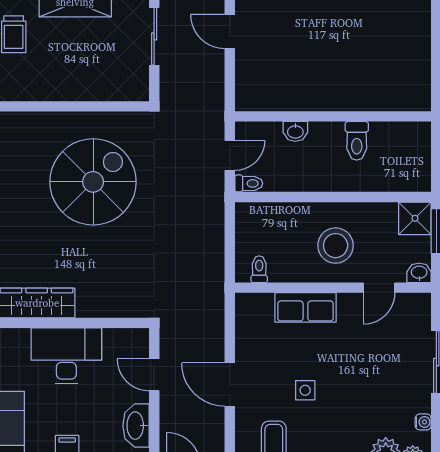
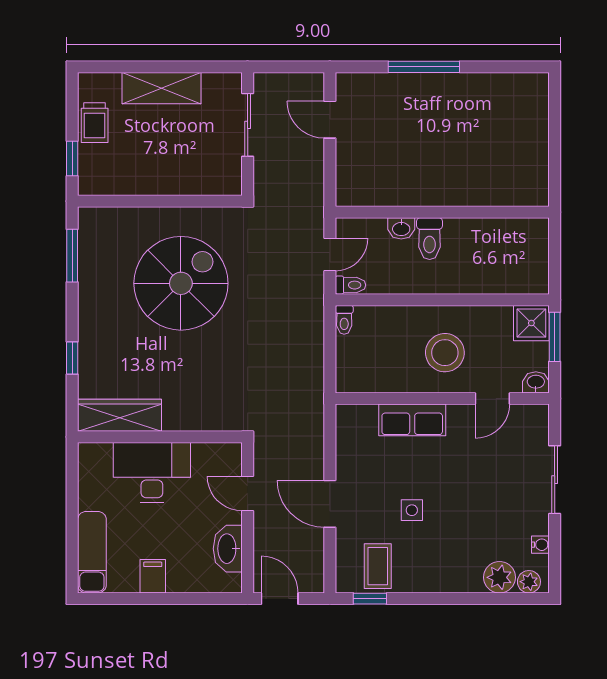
toilet: (357, 141) -> (430, 239), moved
toilet: (259, 269) -> (344, 320), moved, turned 180

